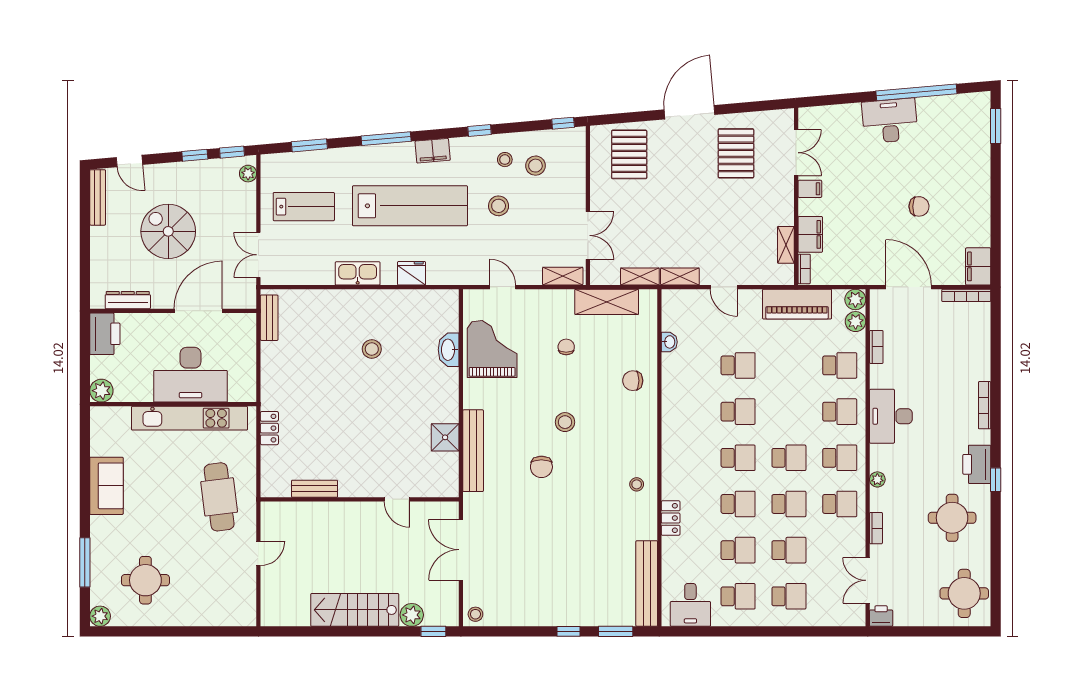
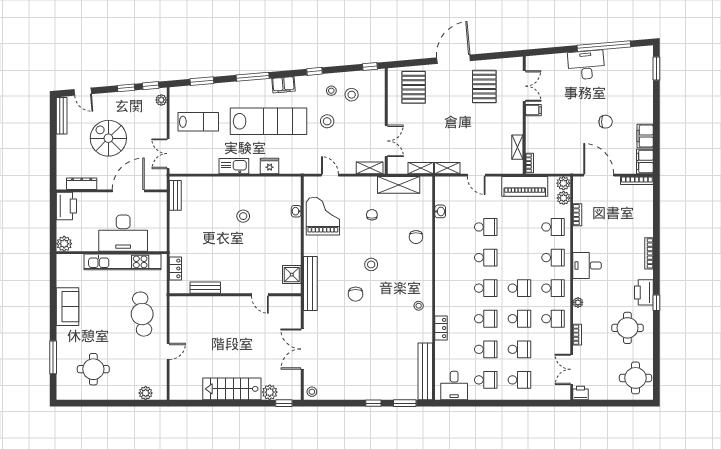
filing cabinet: (810, 234) -> (645, 136), moved, turned 180
washbasin: (449, 350) -> (296, 211), width x0.52, depth x0.69
chair: (633, 381) -> (416, 237), turned -90
desk: (891, 416) -> (587, 265), width x0.73
bench: (315, 489) -> (205, 288), moved
wall: (360, 499) -> (235, 295), moved
door: (397, 499) -> (260, 295), moved
plant: (100, 616) -> (146, 393), moved

